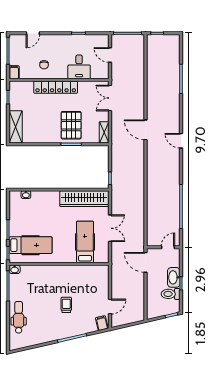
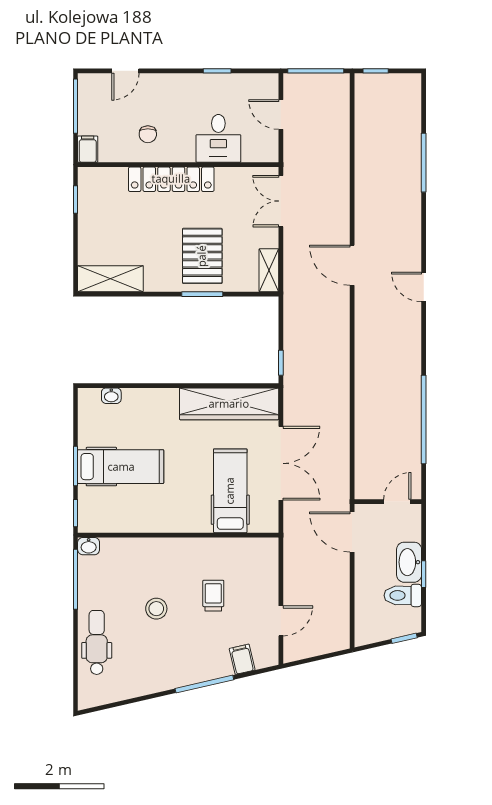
shelving: (16, 127) -> (110, 279), moved, turned 90
double door: (110, 228) -> (281, 463), width x1.37
hospital bed: (31, 245) -> (121, 467), moved
stool: (48, 300) -> (156, 609), added
trolley: (66, 305) -> (213, 596), moved
filing cabinet: (102, 323) -> (242, 659), moved

